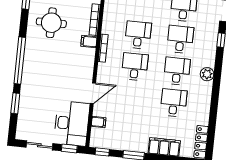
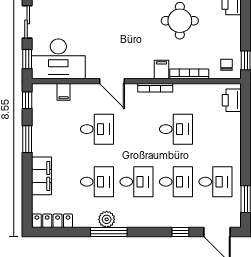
desk: (135, 67) -> (97, 129), moved
plant: (207, 74) -> (107, 219), moved
door: (93, 93) -> (112, 81), moved
window: (215, 98) -> (109, 232), added

